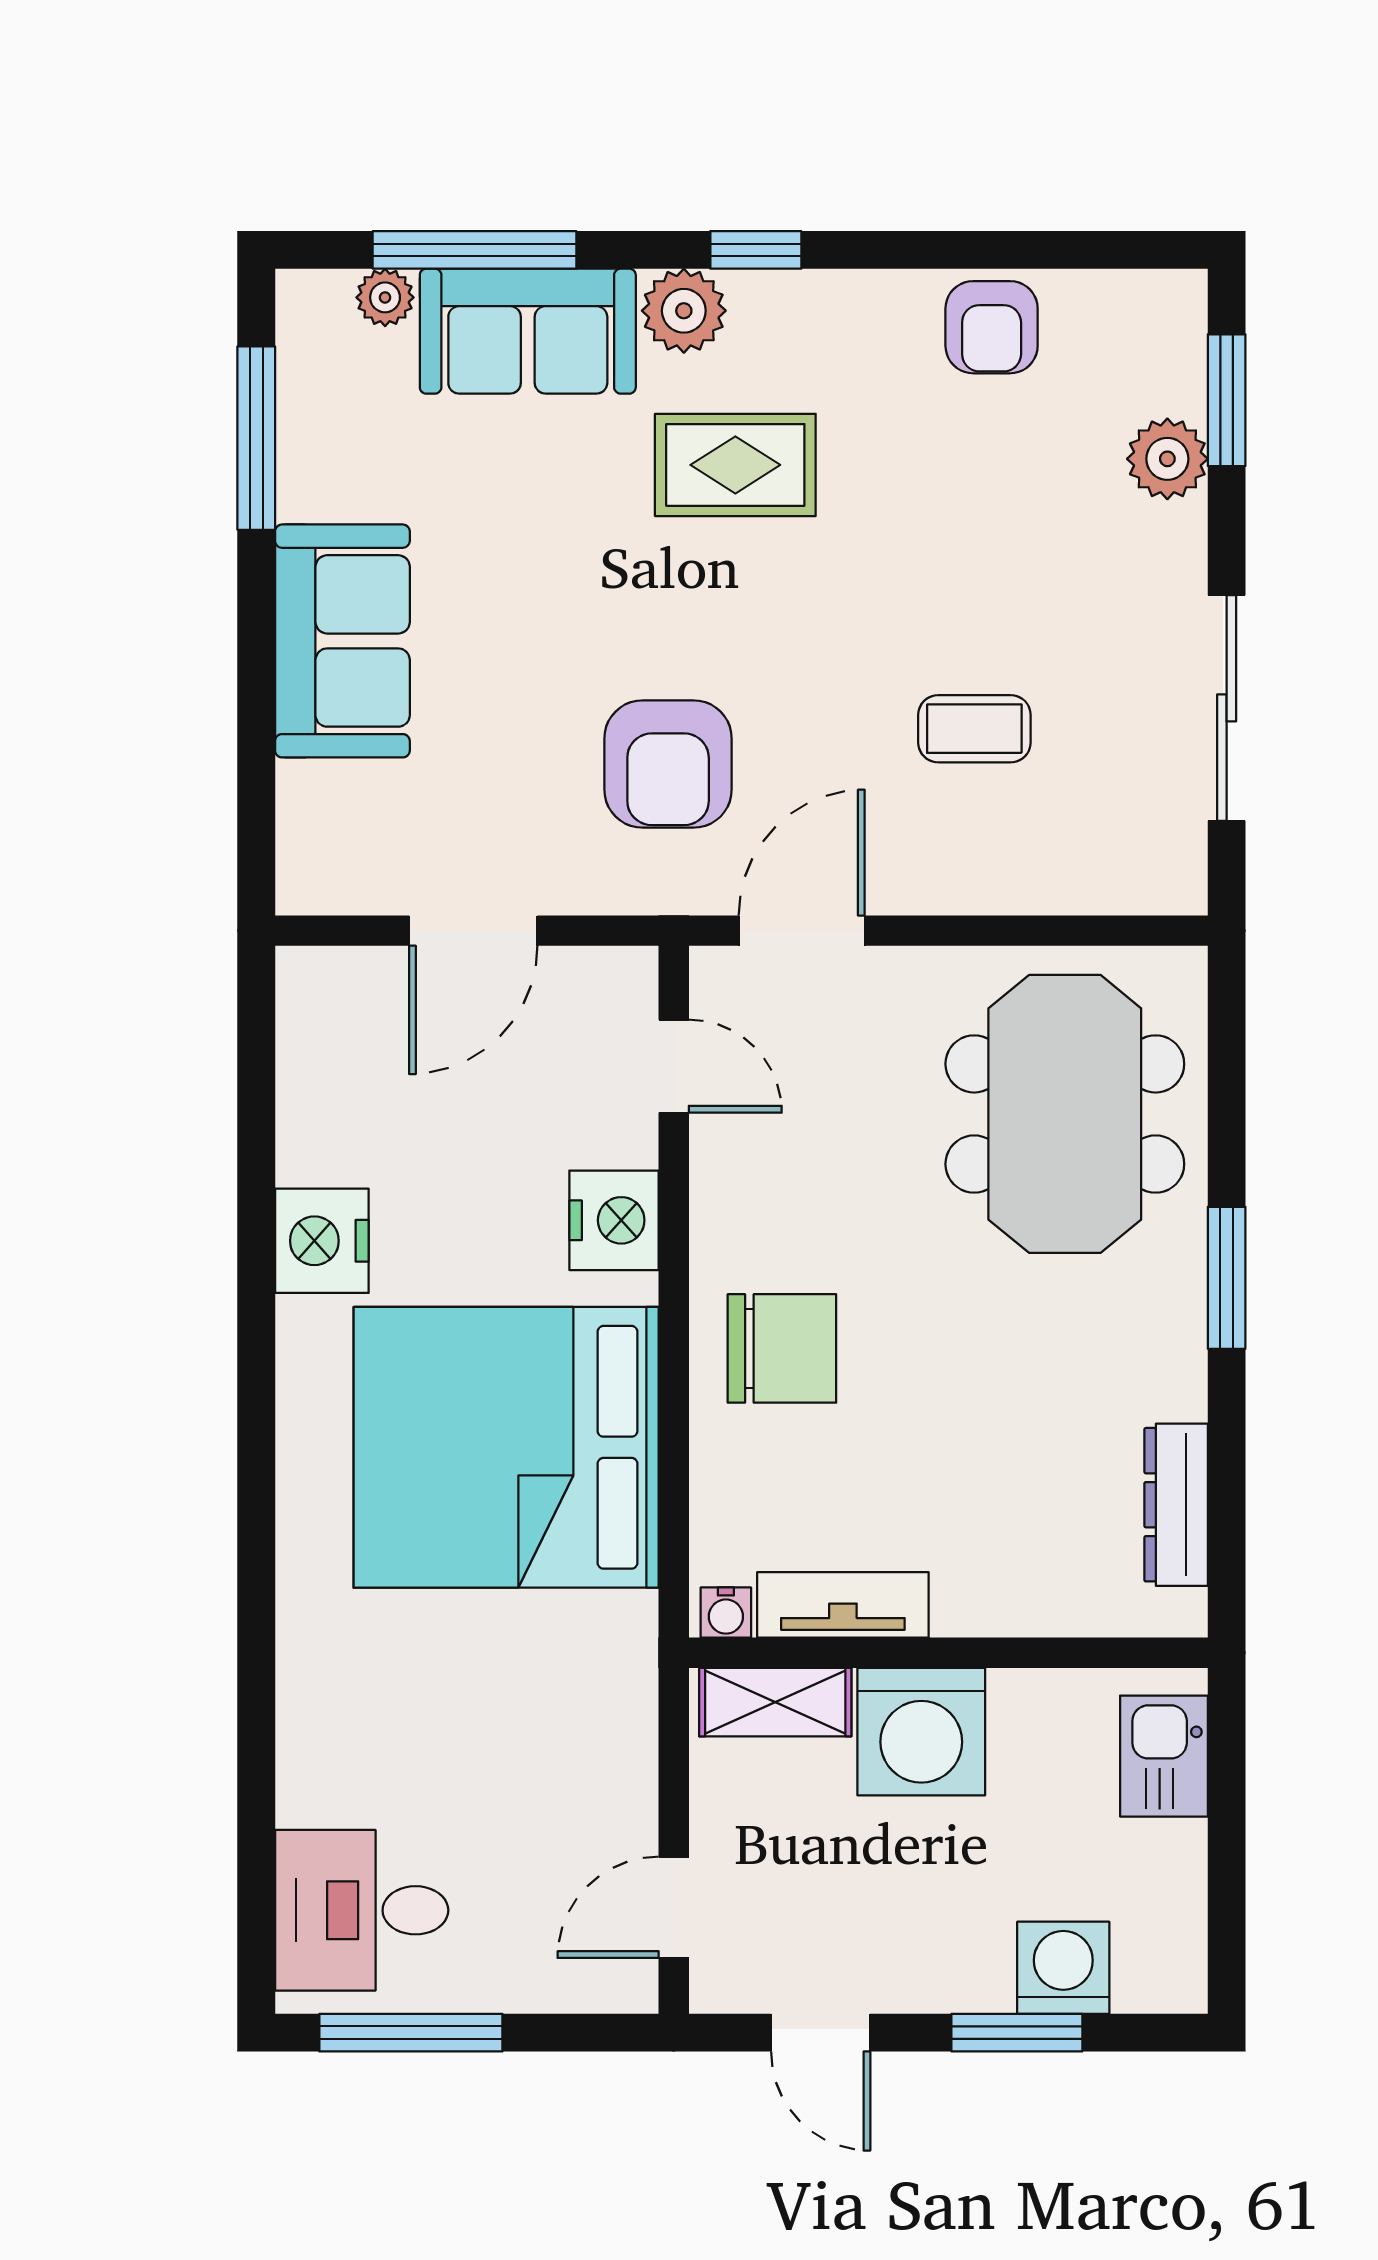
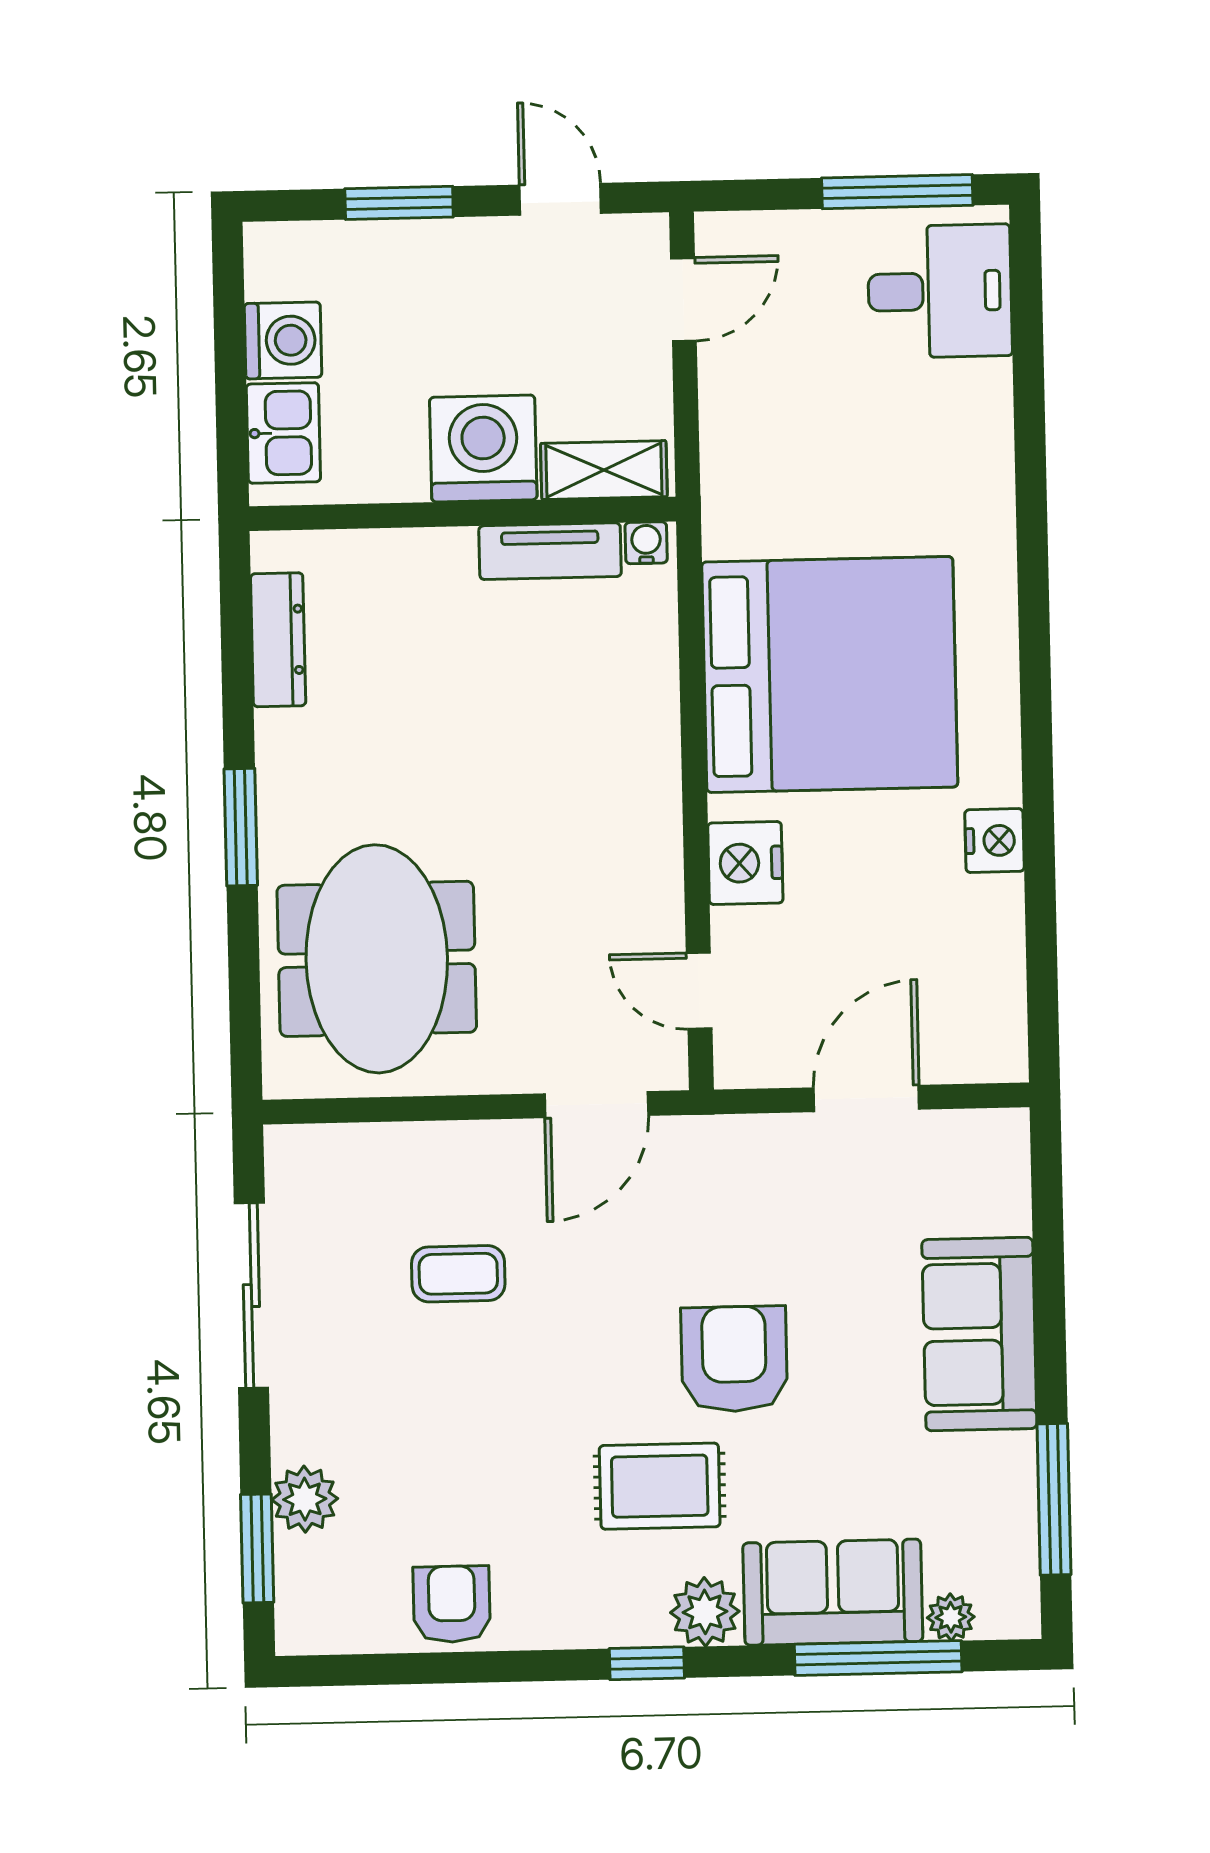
armchair: (668, 764) -> (734, 1359), moved
nightstand: (322, 1241) -> (995, 841), width x0.74, depth x0.75
chair: (782, 1348) -> (605, 761), removed
washing machine: (1063, 1968) -> (283, 340), moved, turned -90

